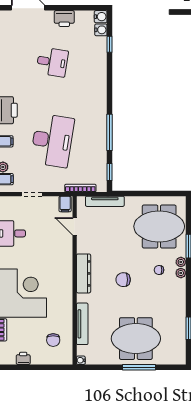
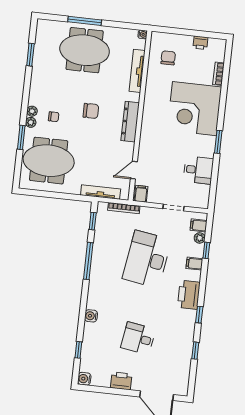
water cooler: (101, 30) -> (91, 316), moved
door: (75, 226) -> (134, 170), swing flipped

